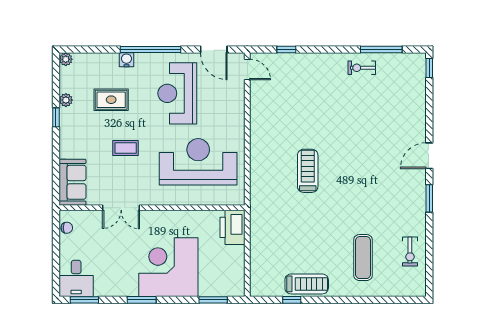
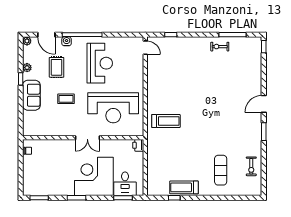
door: (214, 50) -> (46, 35), moved
reception desk: (177, 93) -> (100, 63), turned 180
rug: (111, 100) -> (57, 67), turned 90
reception desk: (198, 162) -> (113, 108), turned 180
treadmill: (308, 171) -> (166, 121), moved, turned 90
sofa: (73, 182) -> (31, 95), moved
double door: (121, 208) -> (87, 138), moved
printer: (233, 227) -> (138, 145), width x0.53, depth x0.68
desk: (76, 278) -> (125, 184), moved
treadmill: (307, 284) -> (184, 187), turned 180

